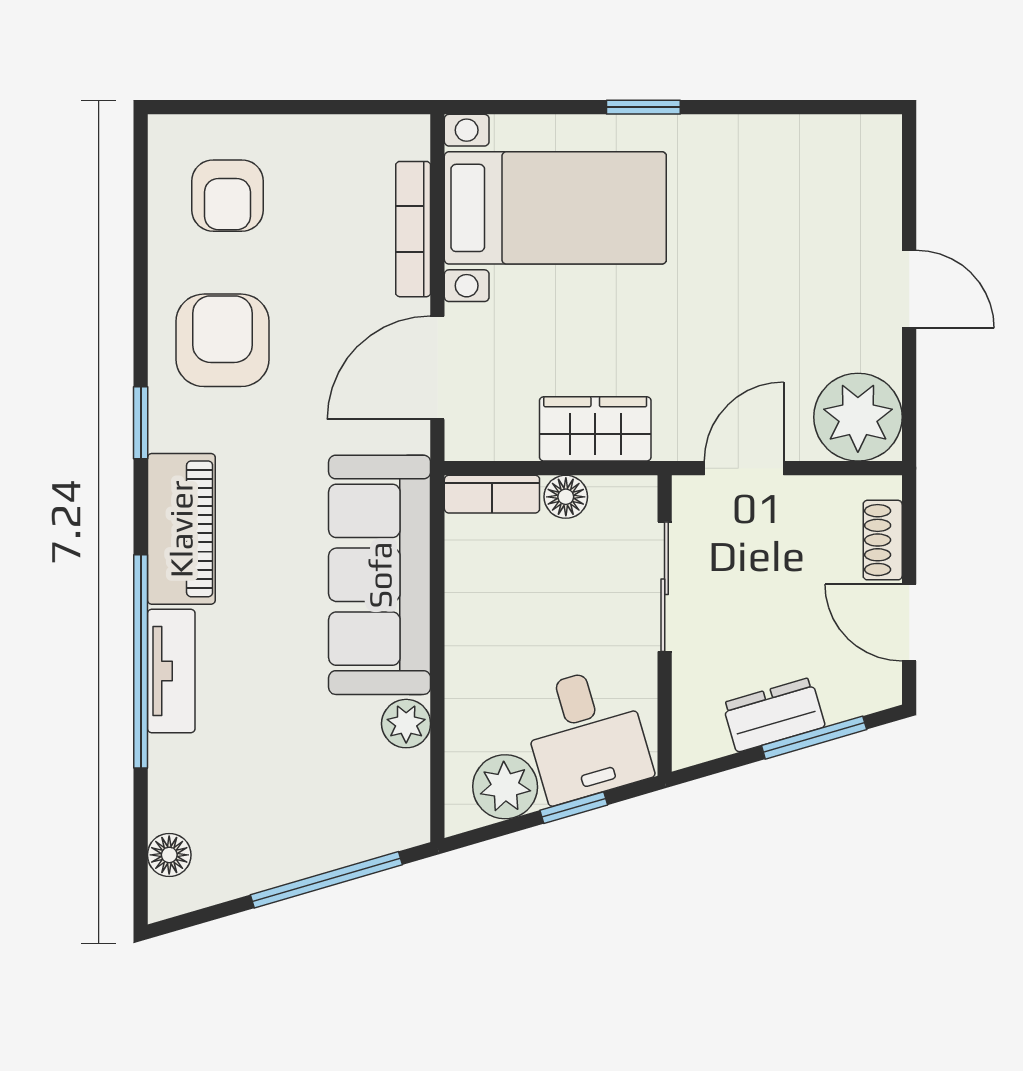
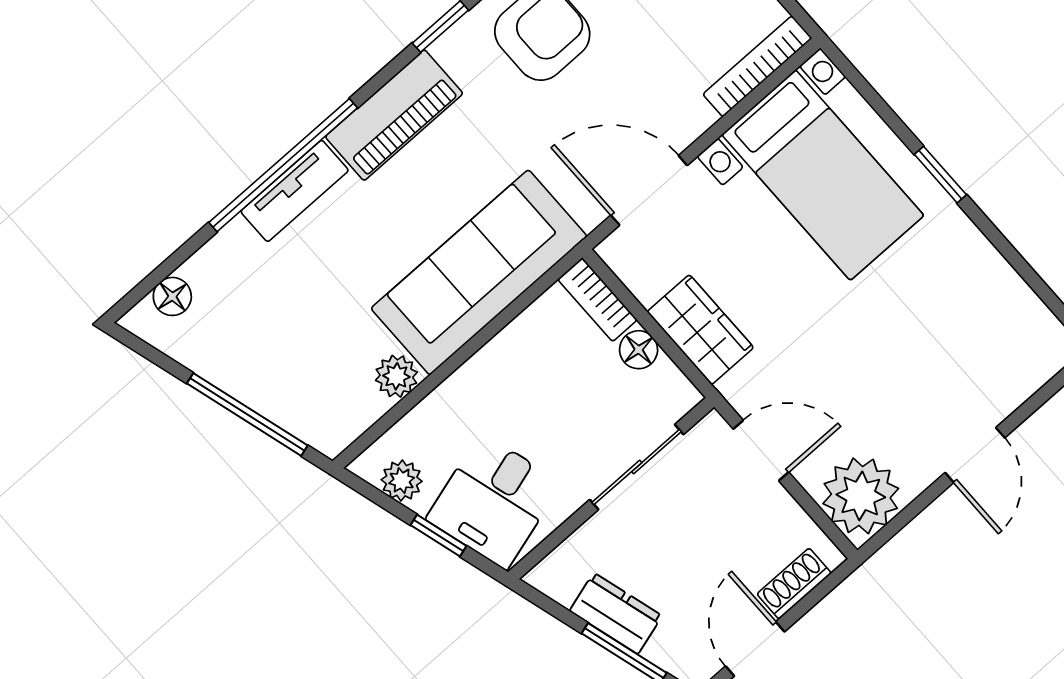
bookcase: (413, 229) -> (757, 66), moved
plant: (505, 787) -> (402, 481), width x0.73, depth x0.73

